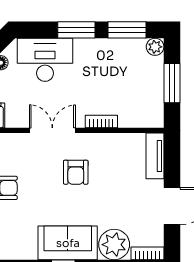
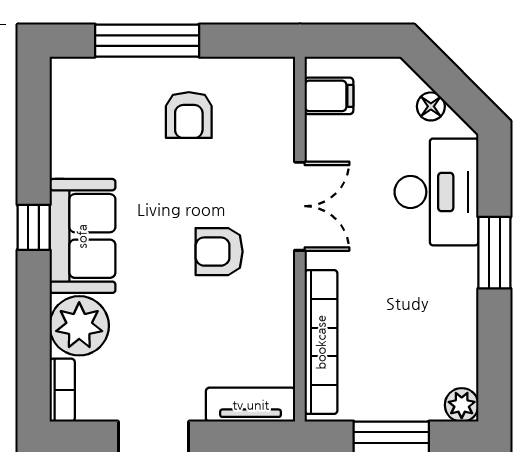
window: (127, 30) -> (494, 351), removed
bookcase: (101, 122) -> (321, 342), width x2.31, depth x1.31

